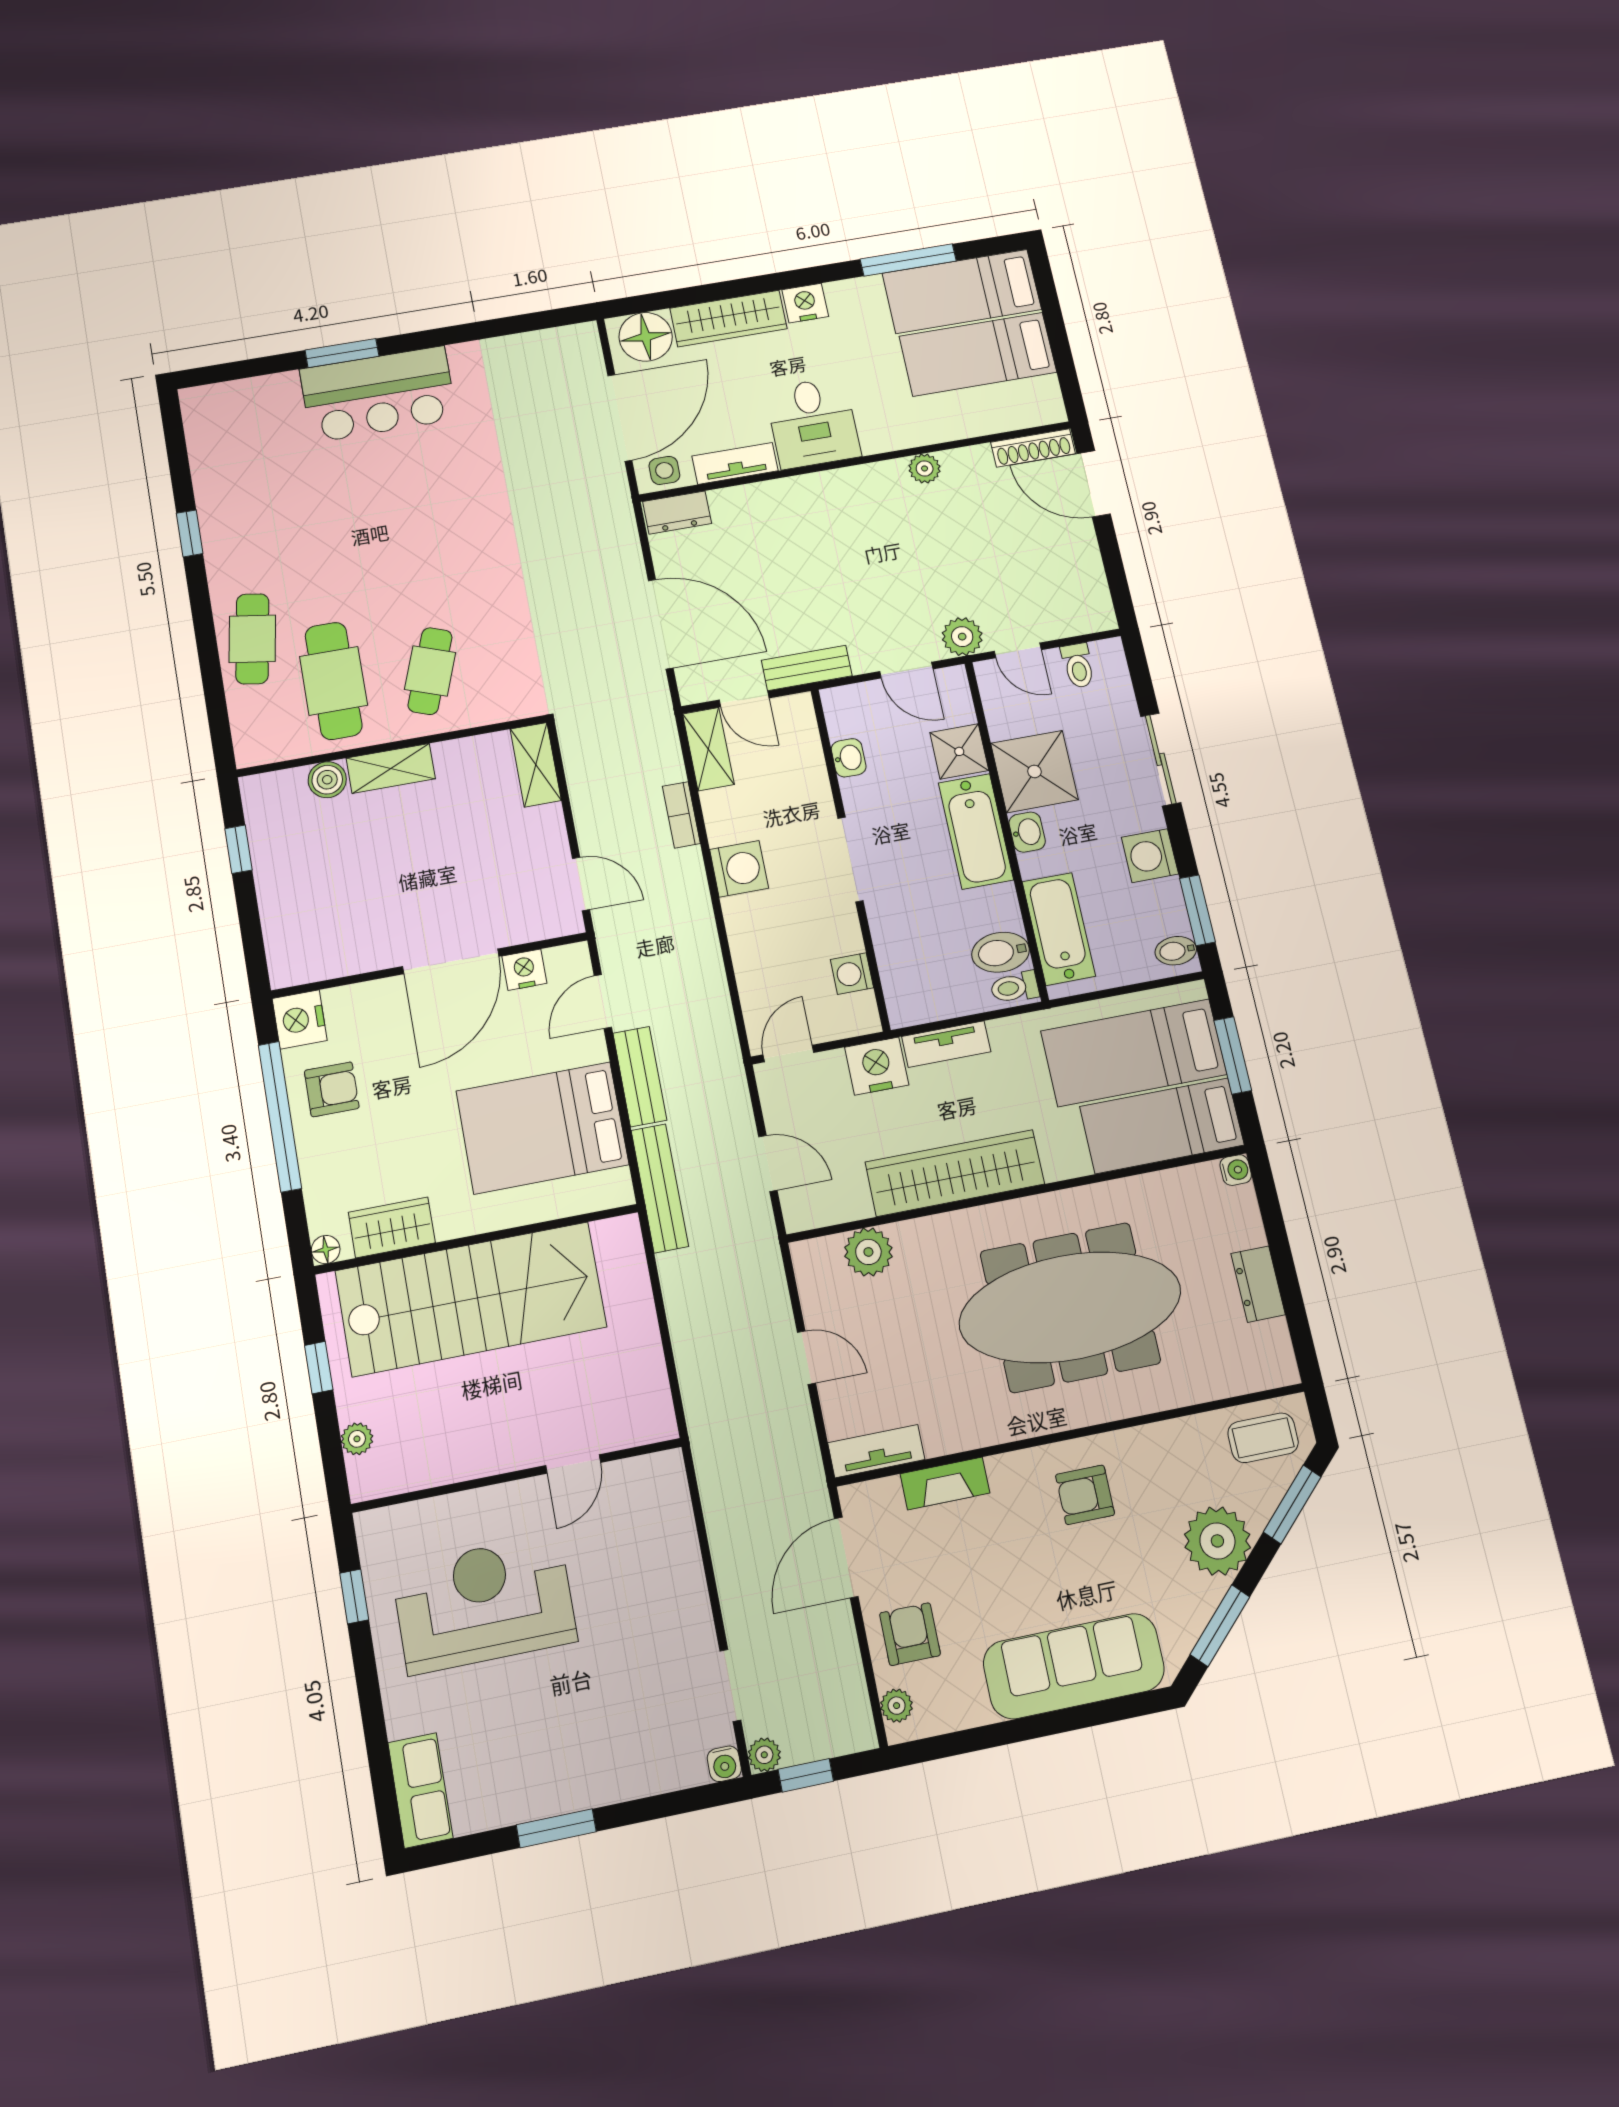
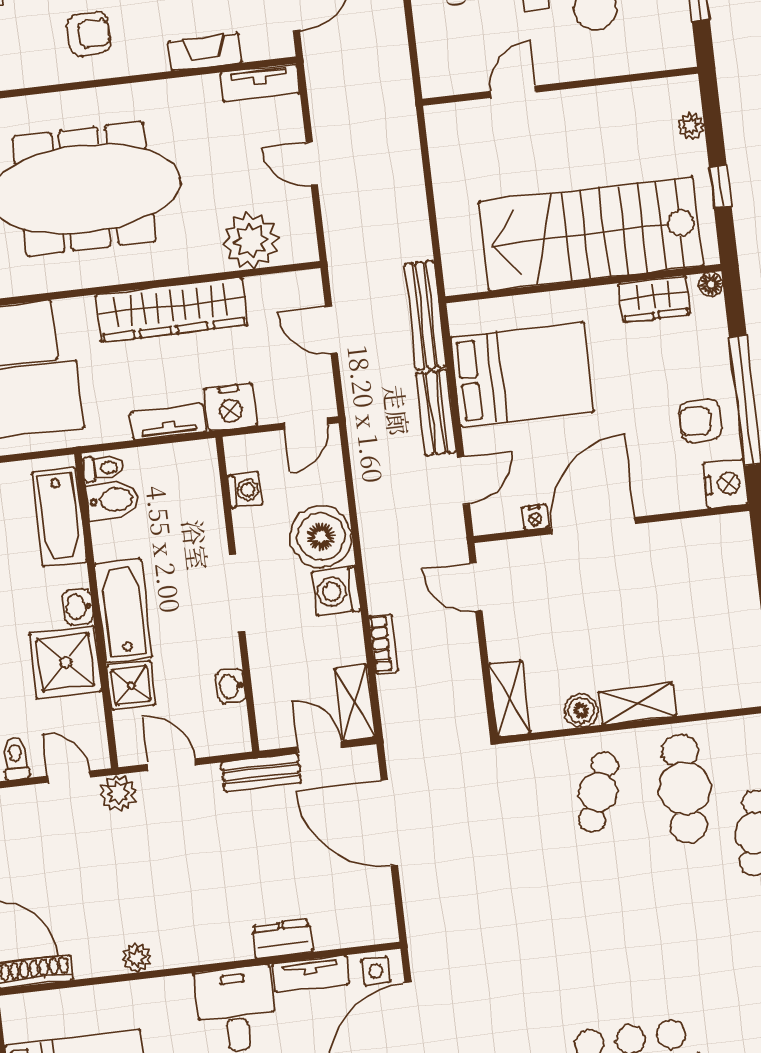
dresser: (677, 513) -> (282, 939), moved
boiler: (327, 780) -> (581, 710), moved
boiler: (761, 928) -> (321, 536), added
nightstand: (524, 970) -> (535, 517), width x0.72, depth x0.74
plant: (868, 1252) -> (251, 241), width x1.36, depth x1.36

